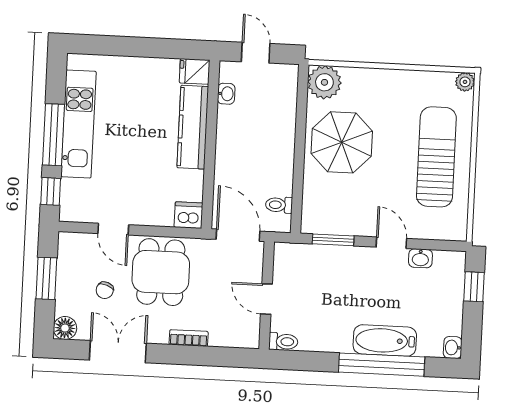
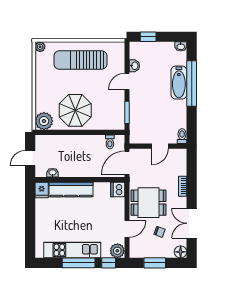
plant: (73, 209) -> (117, 251), added

